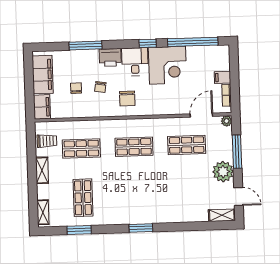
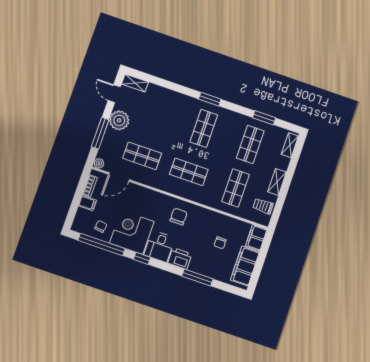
chair: (100, 87) -> (101, 226), moved
shop shelf: (81, 148) -> (235, 188), turned 90
shop shelf: (136, 196) -> (204, 128), added

